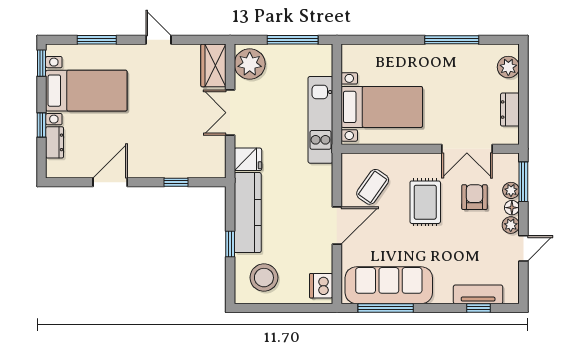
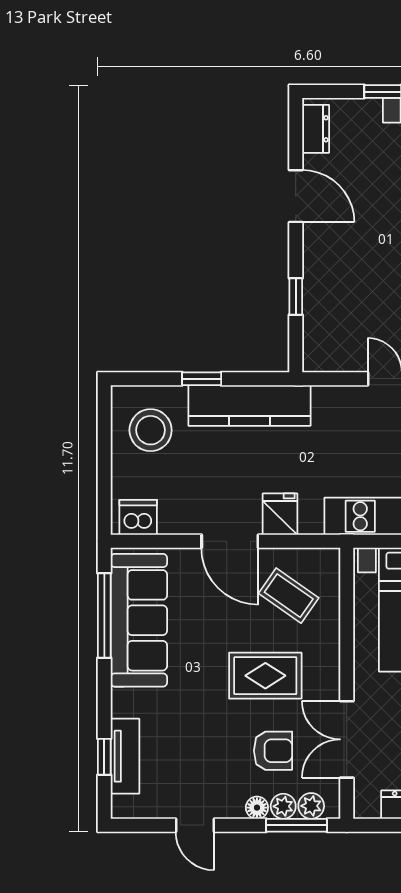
dresser: (55, 142) -> (316, 129), moved, turned -90
fridge: (248, 159) -> (280, 514), moved, turned 180
plant: (511, 225) -> (311, 806), moved

